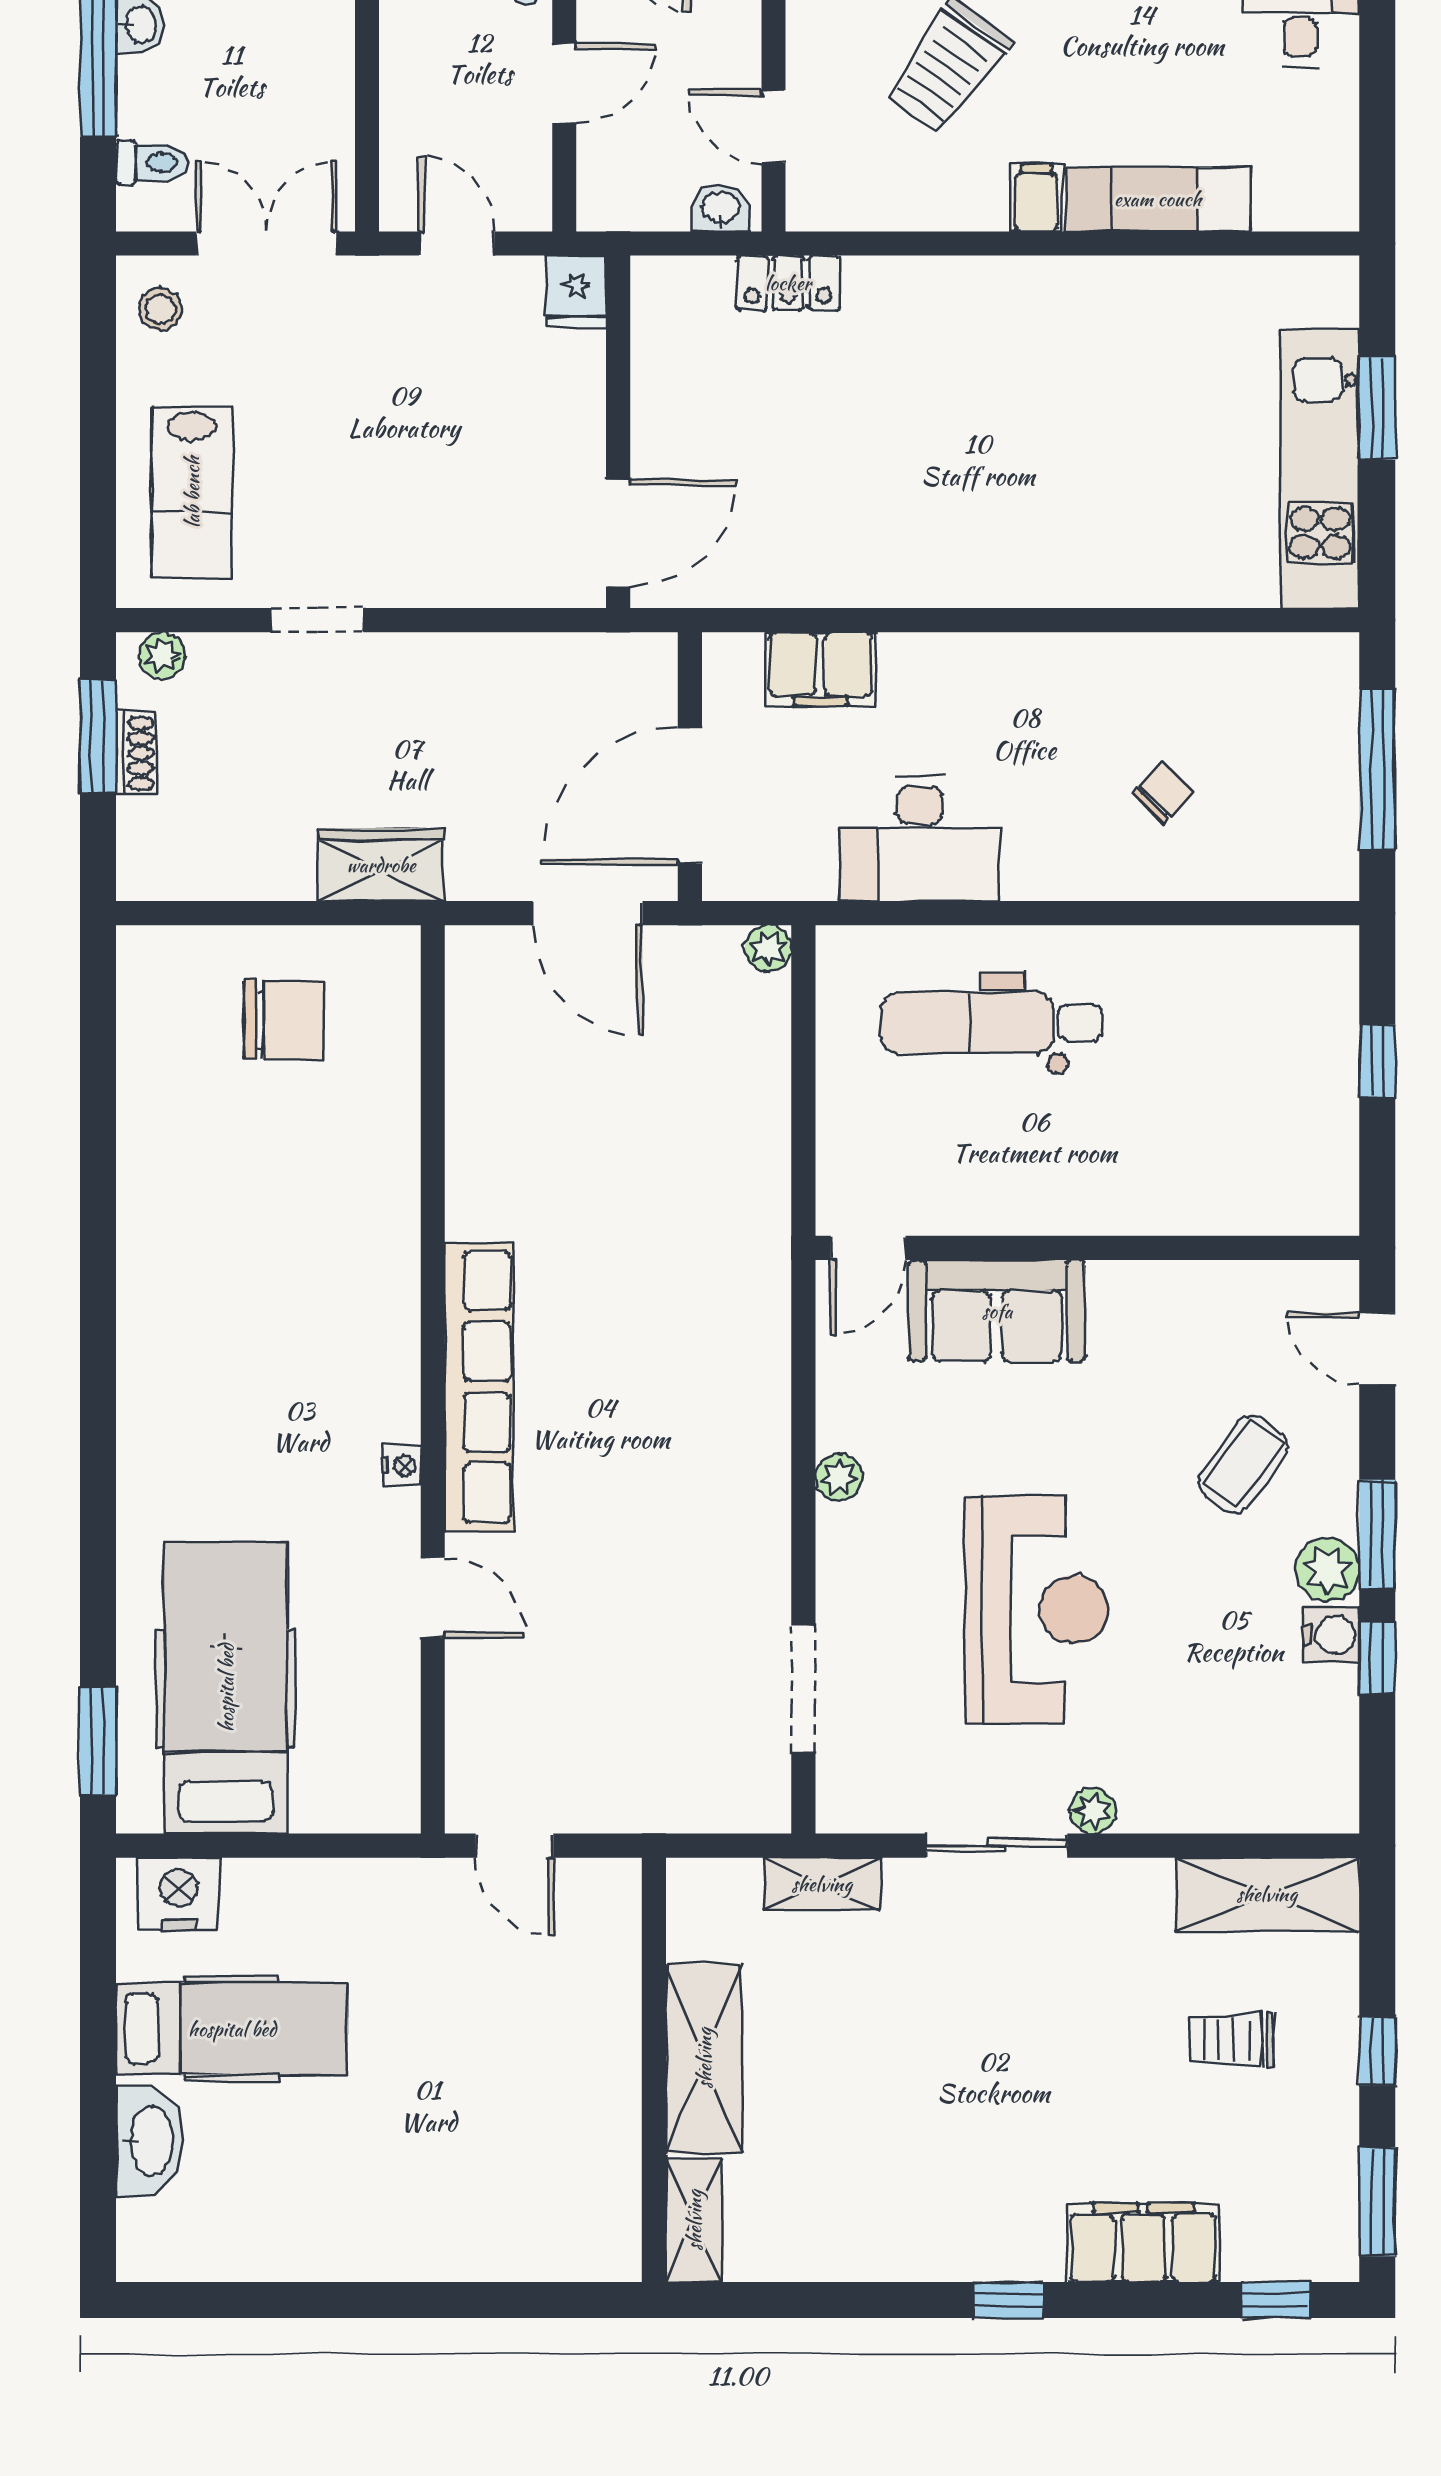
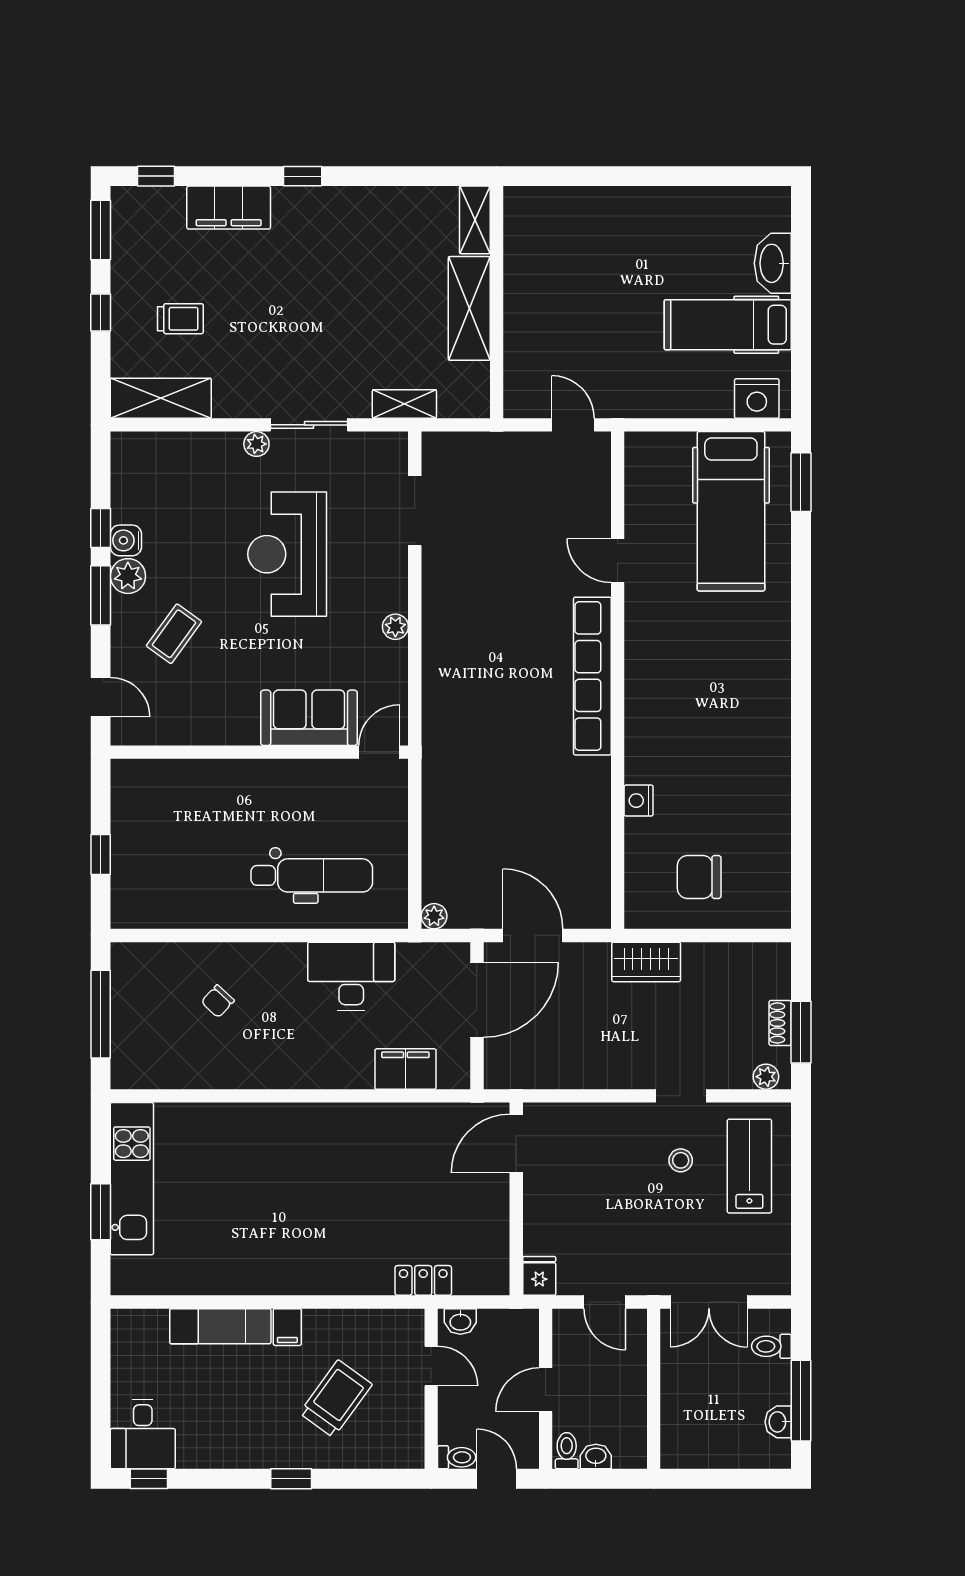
stool: (160, 309) -> (681, 1160), moved
nightstand: (401, 1465) -> (639, 801), moved, width x1.39, depth x1.35

